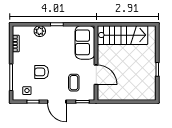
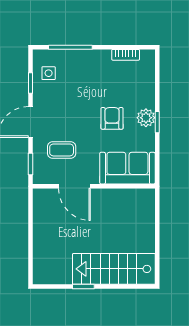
plant: (40, 31) -> (146, 118), moved
stairs: (122, 35) -> (114, 269), moved, turned 90
armchair: (42, 72) -> (112, 118), moved
door: (96, 75) -> (74, 186), hinge flipped

